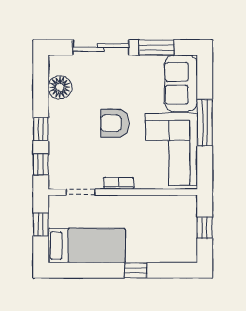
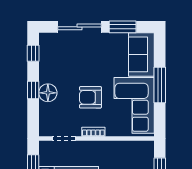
floor lamp: (60, 87) -> (48, 93), moved
armchair: (115, 123) -> (90, 97), moved
window: (41, 164) -> (33, 53), moved

